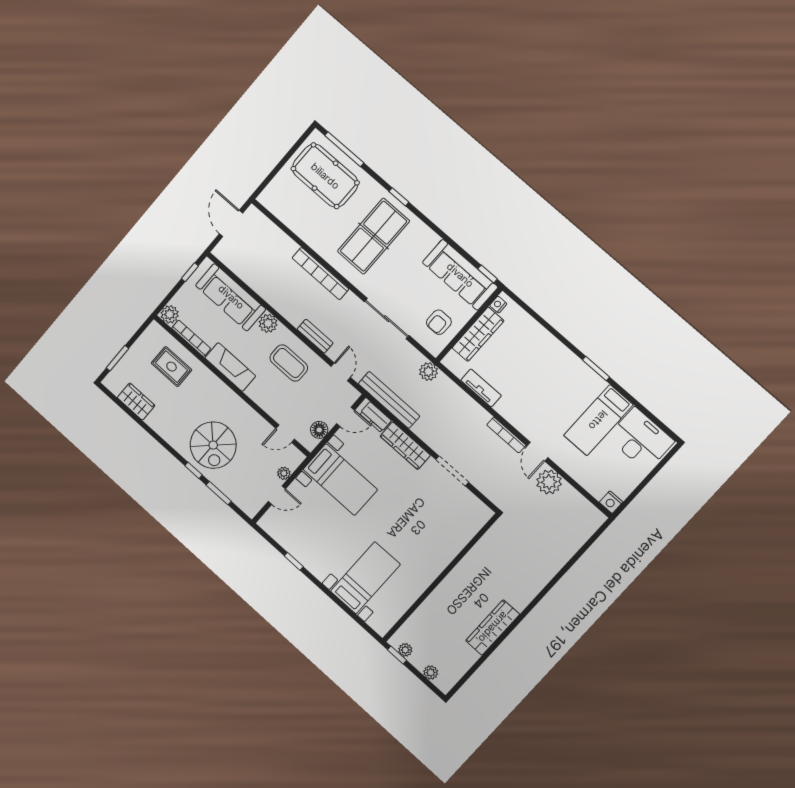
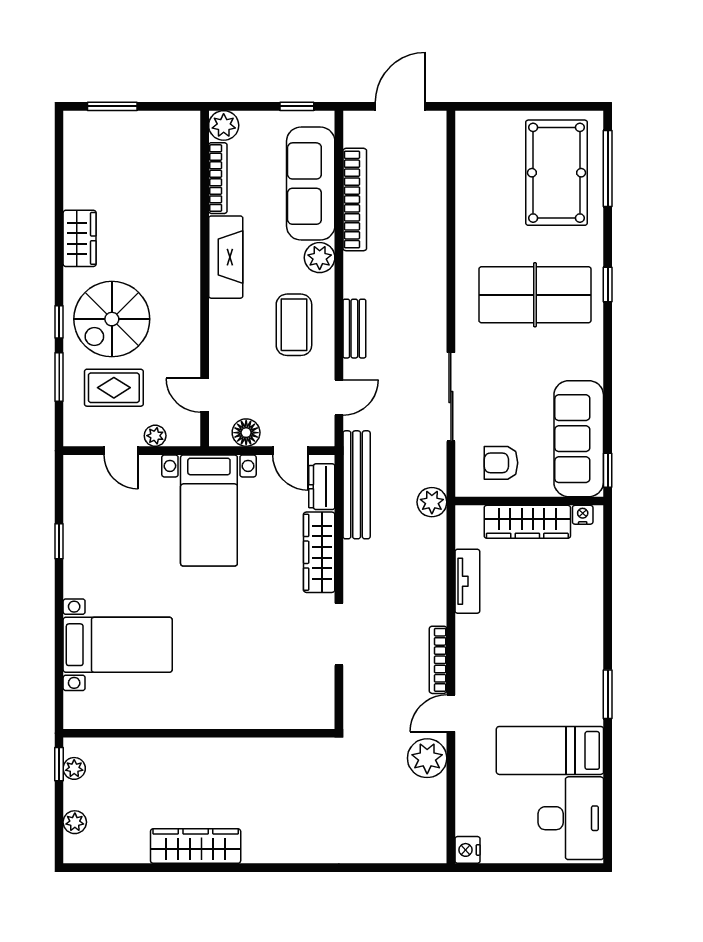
bookcase: (320, 273) -> (355, 200), moved, turned 180
rug: (171, 367) -> (114, 388), moved, turned 90
wardrobe: (136, 402) -> (80, 238), moved

